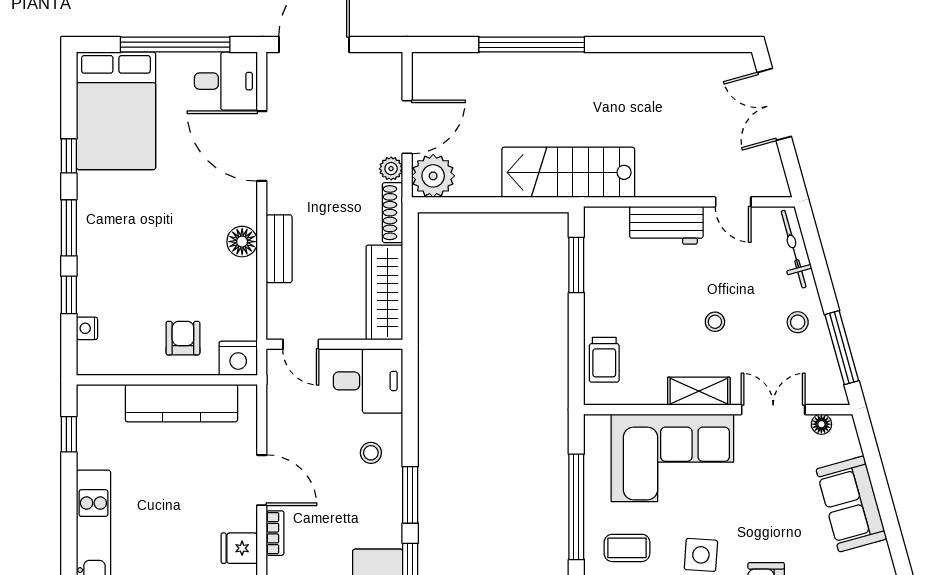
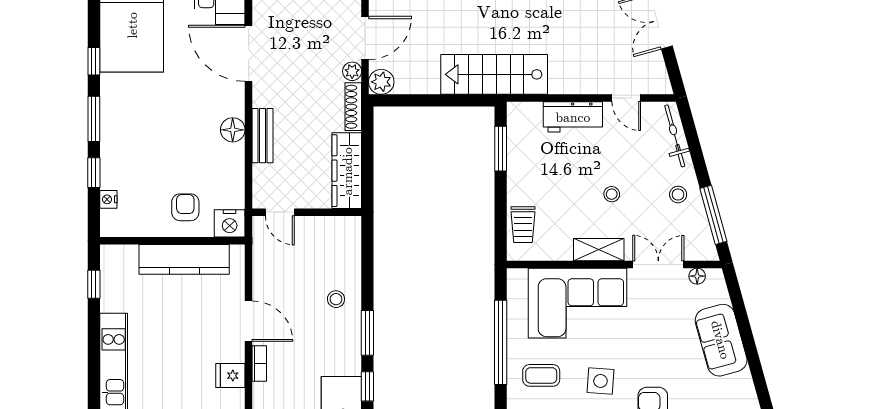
plant: (433, 176) -> (381, 82), width x0.73, depth x0.73
desk: (368, 381) -> (334, 242), removed

